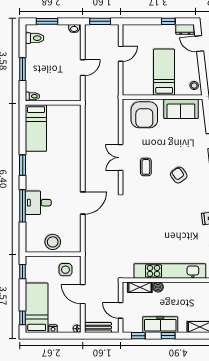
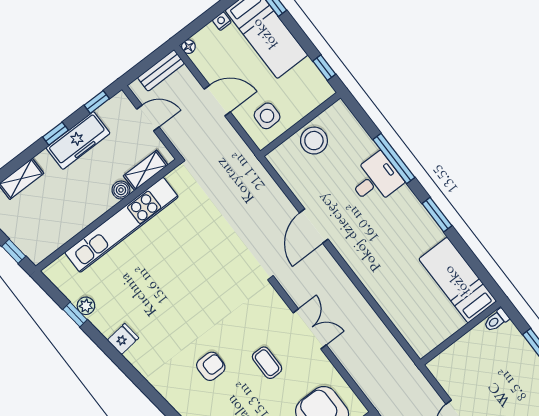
coffee table: (146, 167) -> (267, 363), moved
armchair: (179, 175) -> (211, 366), turned -54

